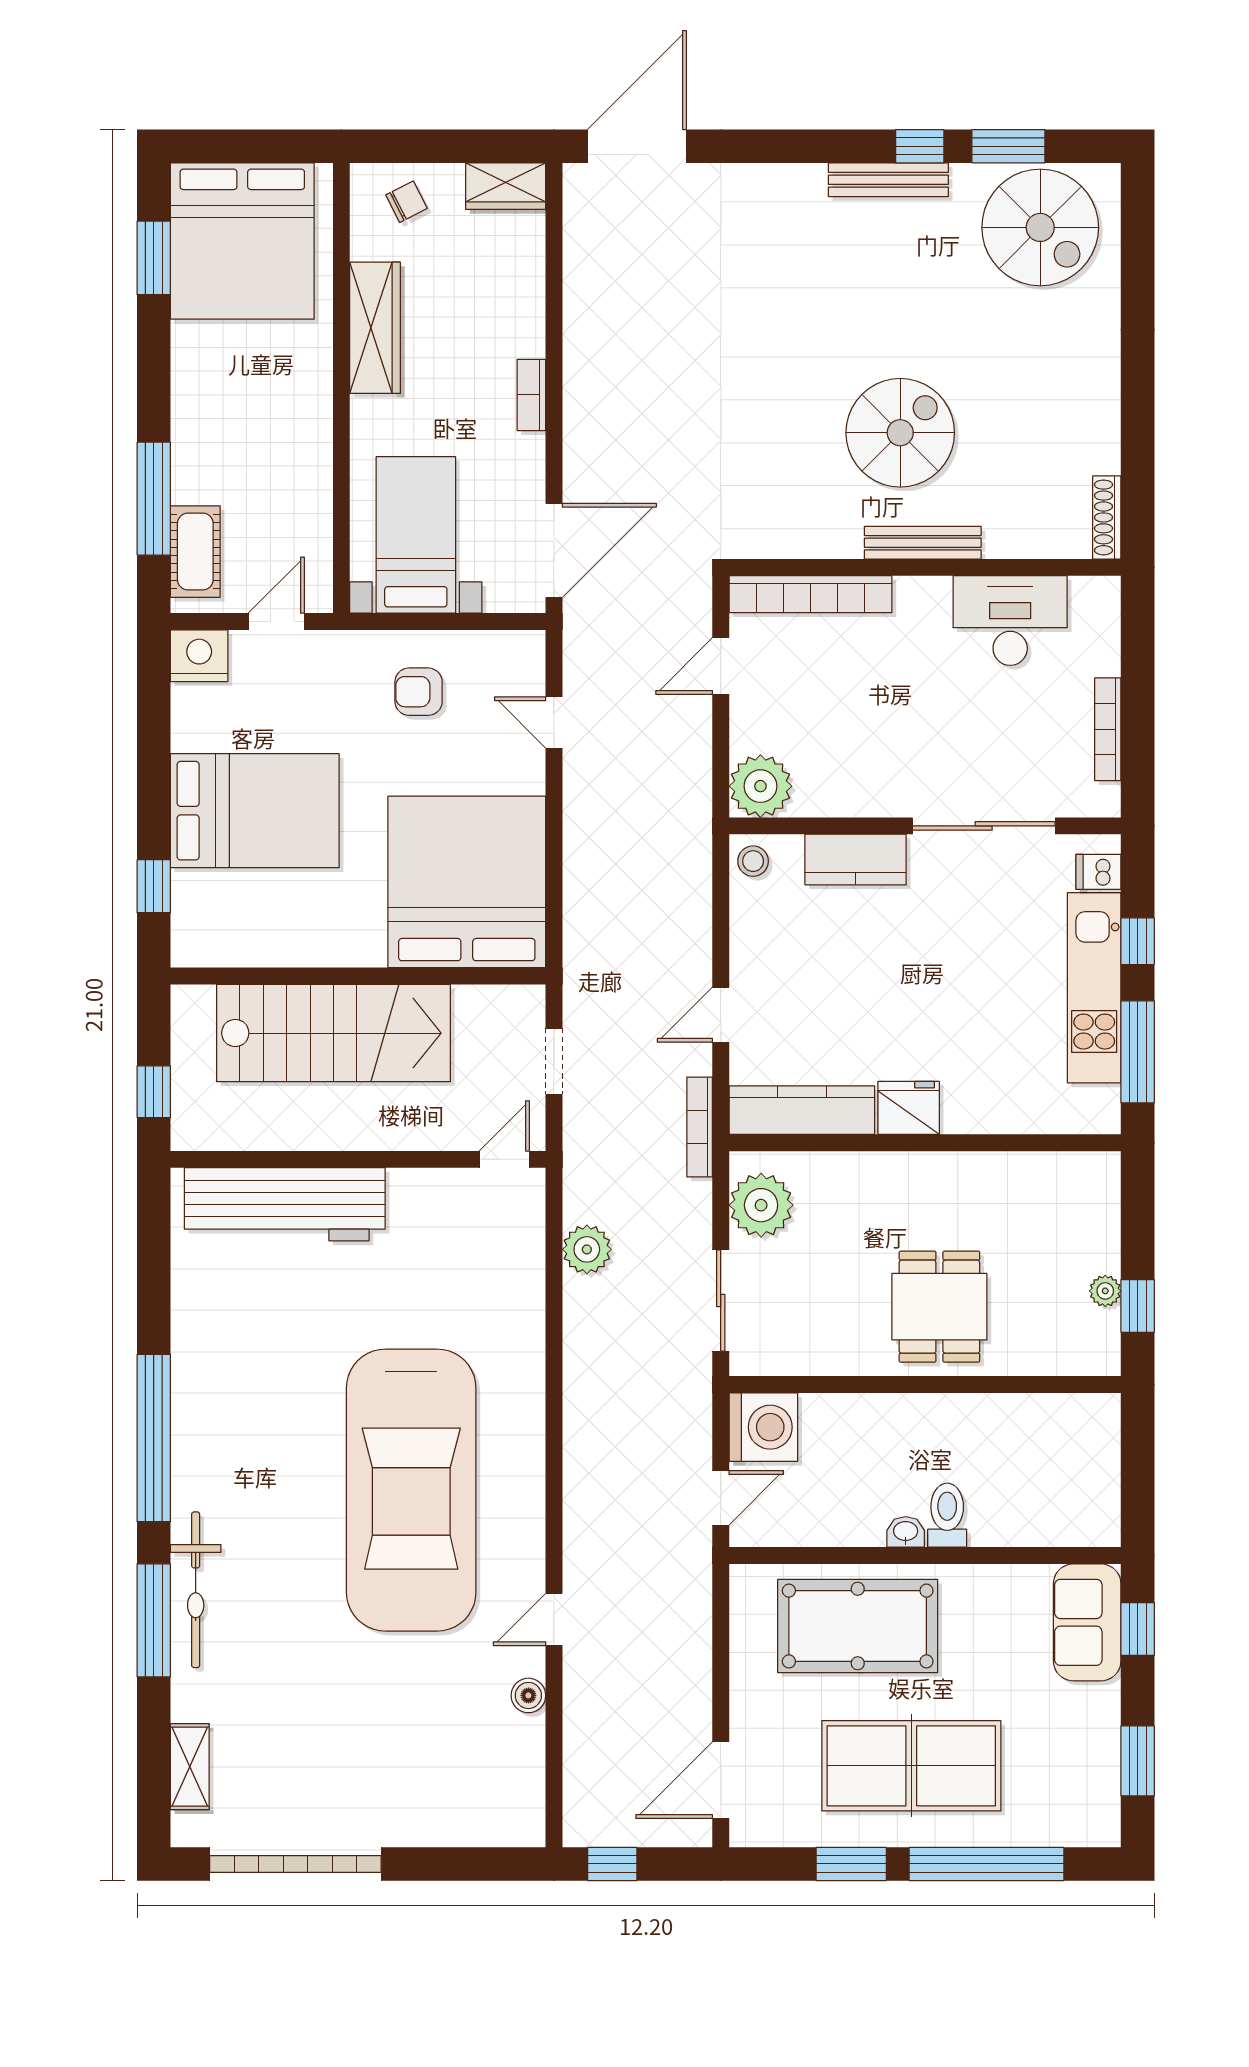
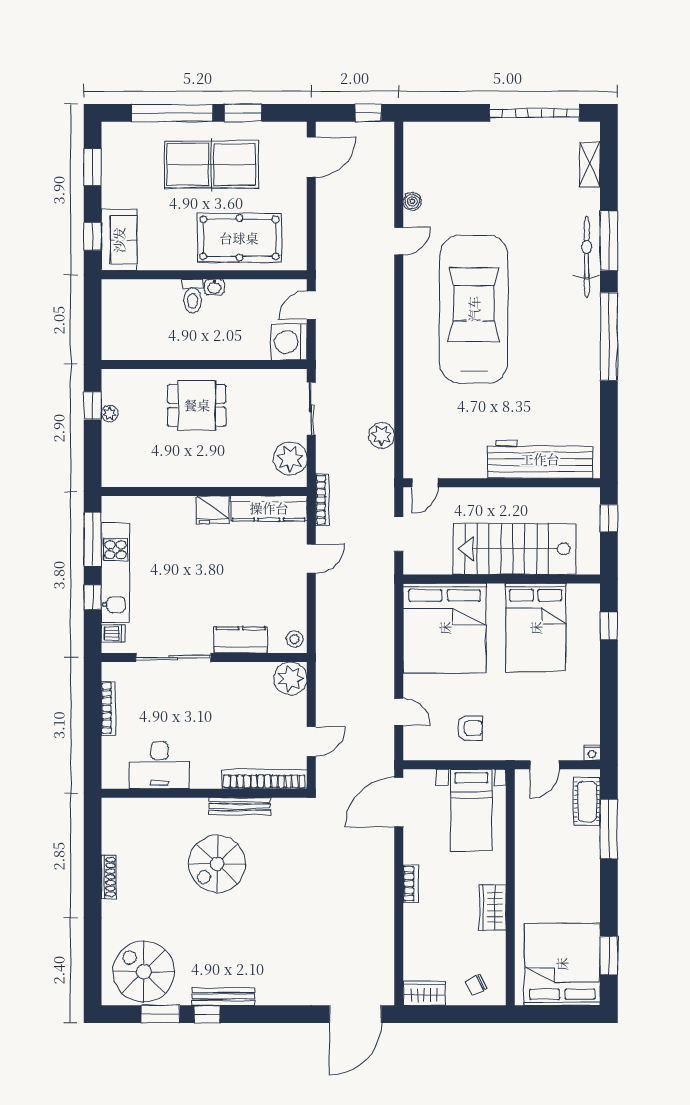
wardrobe: (375, 328) -> (493, 907), width x0.67
shoe rack: (1107, 517) -> (109, 877), moved
bench: (923, 543) -> (240, 806), moved
nightstand: (199, 656) -> (592, 753), width x0.53, depth x0.56
bed: (255, 811) -> (536, 628), moved, turned -90
dining table: (939, 1307) -> (197, 405), turned 90

